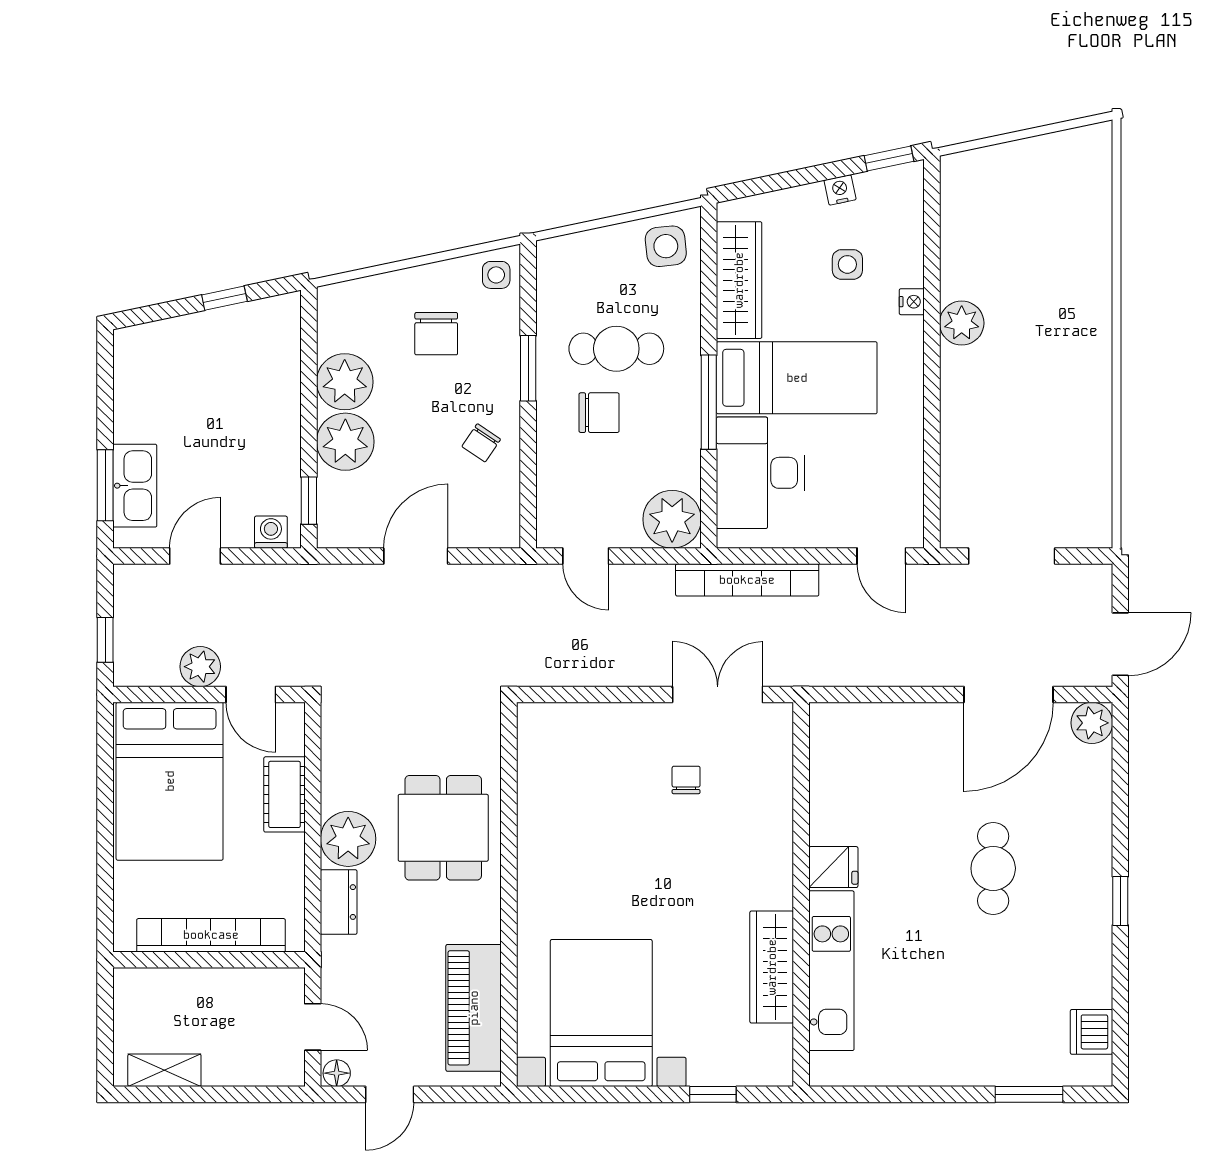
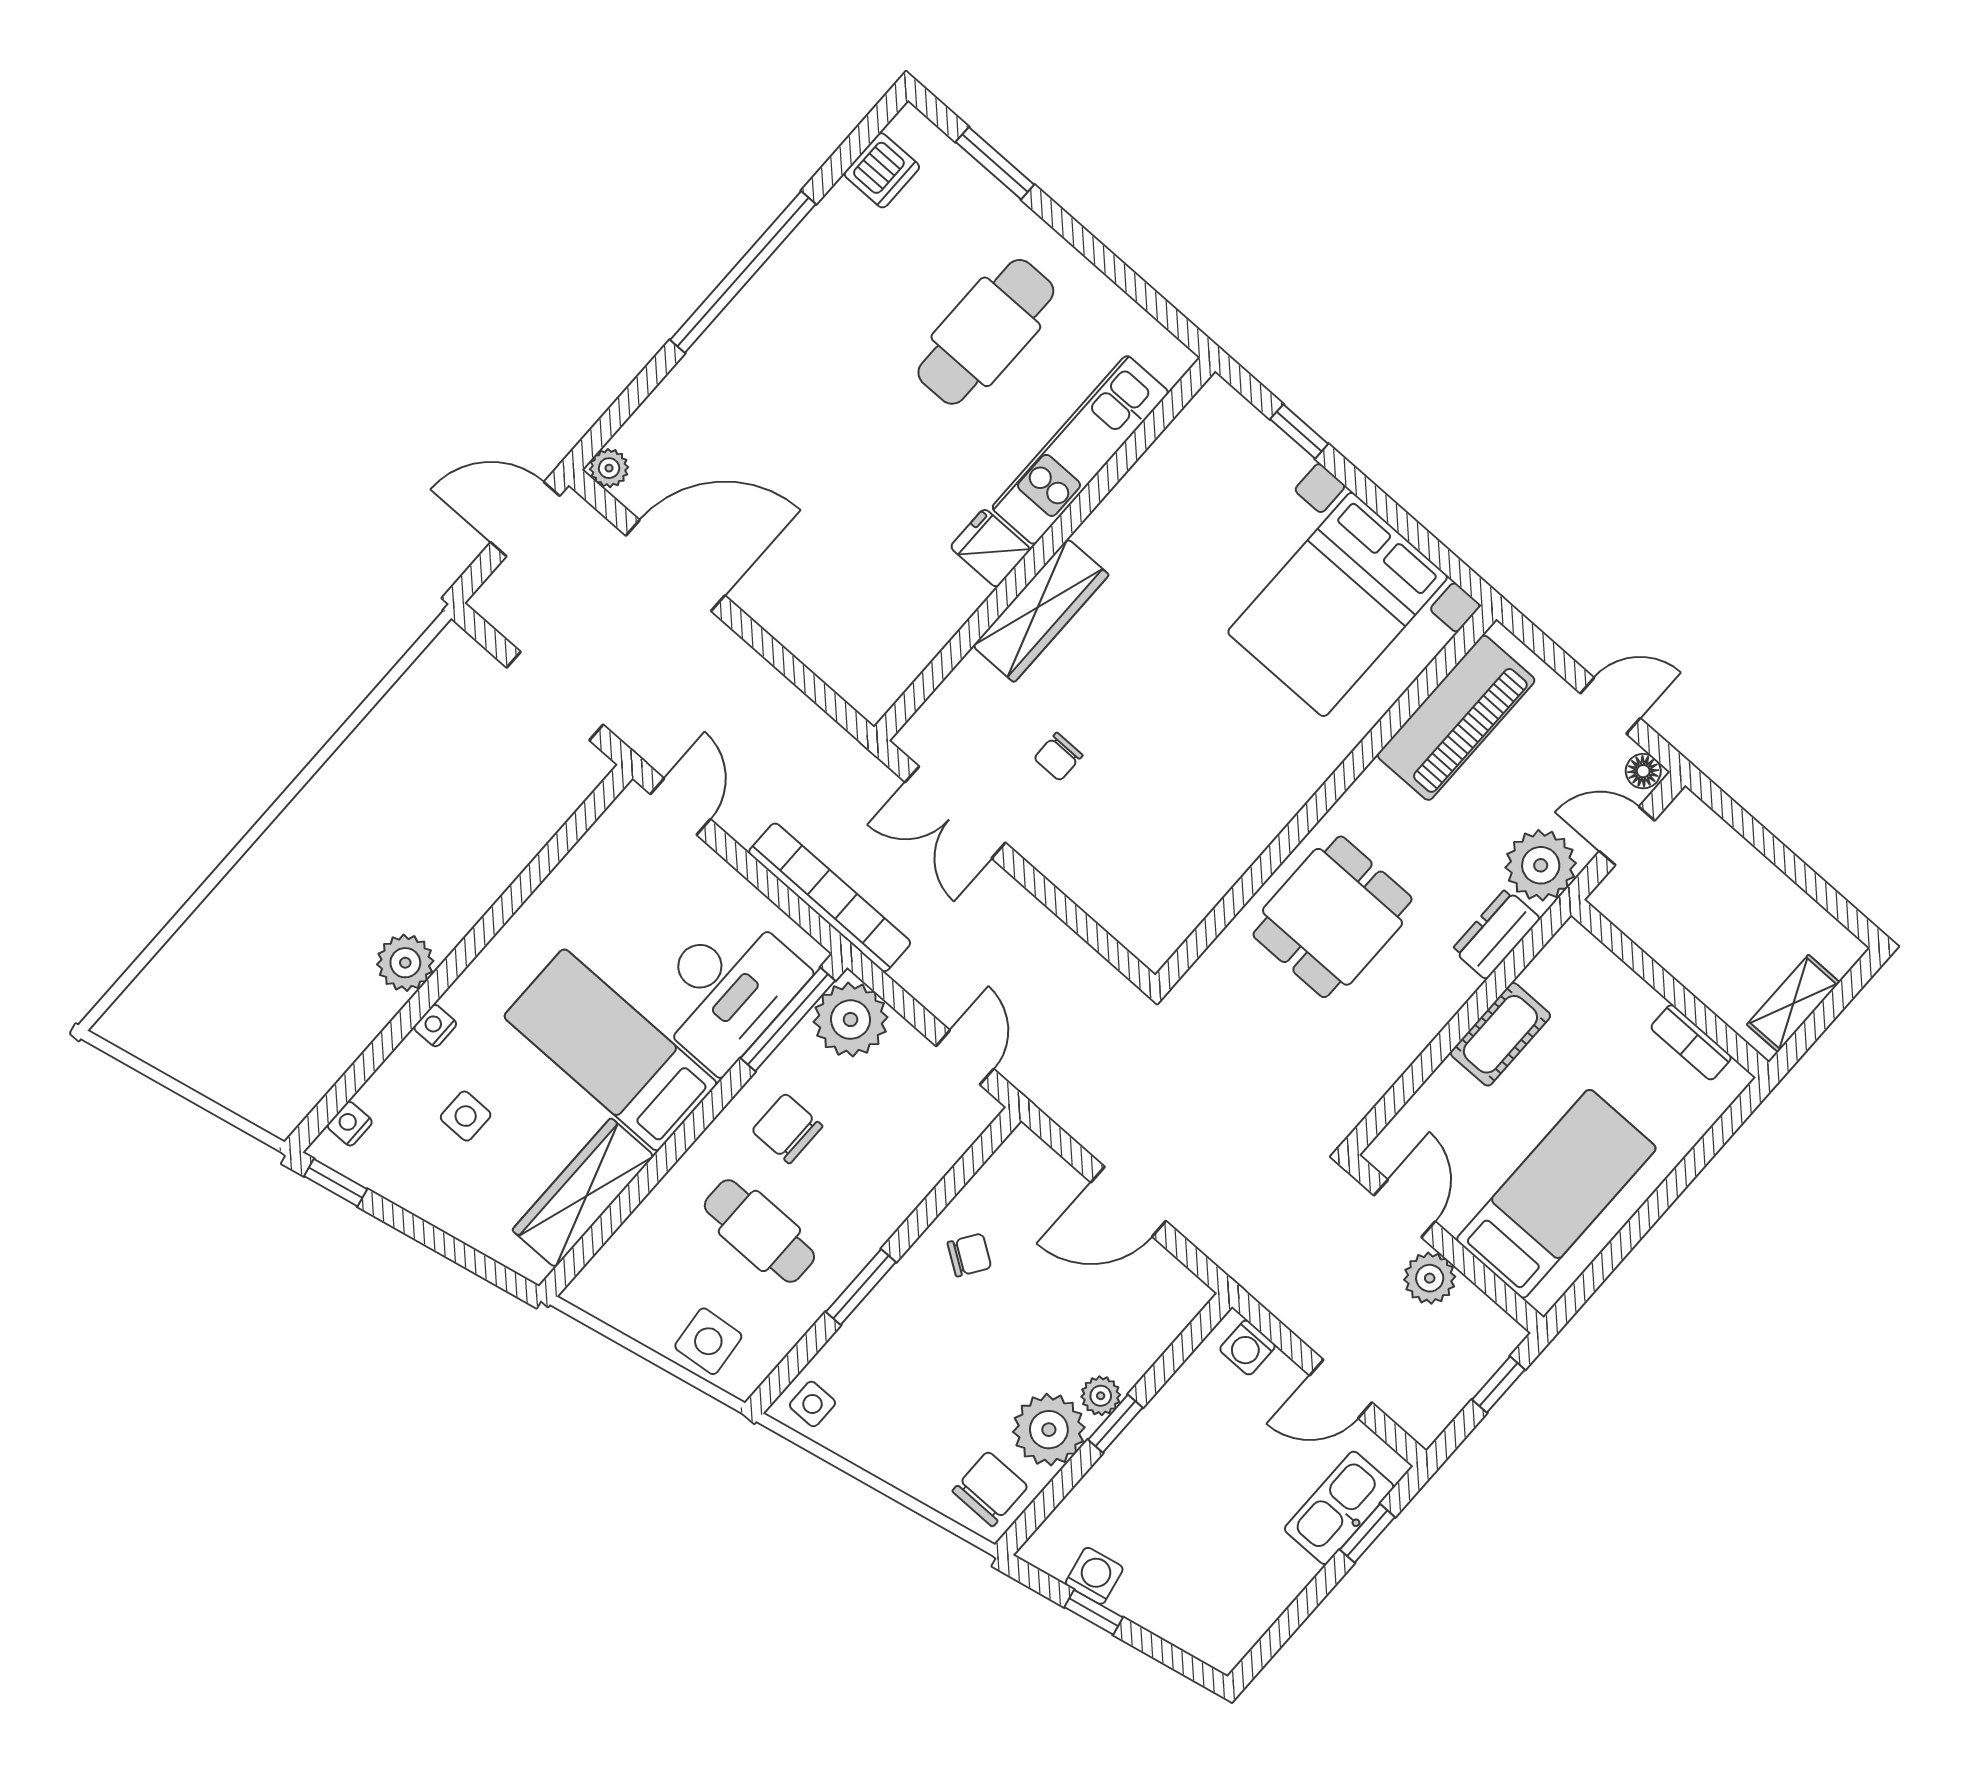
nightstand: (840, 190) -> (350, 1124), moved, turned 102
side table: (666, 246) -> (708, 1341), moved
washing machine: (243, 320) -> (1094, 1576), added
chair: (436, 334) -> (990, 1489), moved
window: (709, 402) -> (788, 1019), moved
chair: (599, 413) -> (787, 1128), moved
plant: (345, 442) -> (1101, 1396), width x0.53, depth x0.53
window: (105, 485) -> (1367, 1533), width x0.67
window: (309, 501) -> (1115, 1424), moved
plant: (1092, 723) -> (609, 468), width x0.73, depth x0.73
bed: (170, 781) -> (1556, 1194), width x0.67
cot: (285, 794) -> (1500, 1034), moved
plant: (348, 839) -> (1541, 865), moved
cafe table: (993, 868) -> (986, 332), moved, width x1.37, depth x1.35
window: (1120, 901) -> (743, 272), width x3.17
bookcase: (211, 935) -> (1691, 1042), width x0.43, depth x0.76
wardrobe: (772, 967) -> (1041, 610), moved
door: (313, 1027) -> (1627, 836), hinge flipped
shelving: (164, 1070) -> (1793, 1003), moved, turned 90

